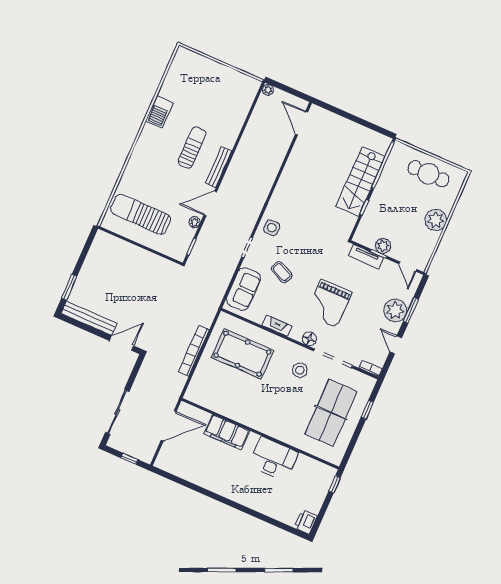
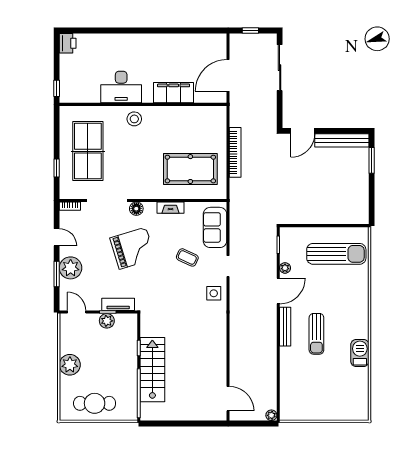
grand piano: (329, 303) -> (133, 248), turned 73
stool: (300, 370) -> (134, 119), moved

